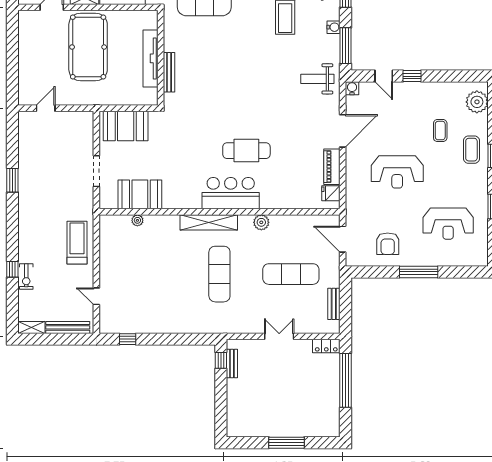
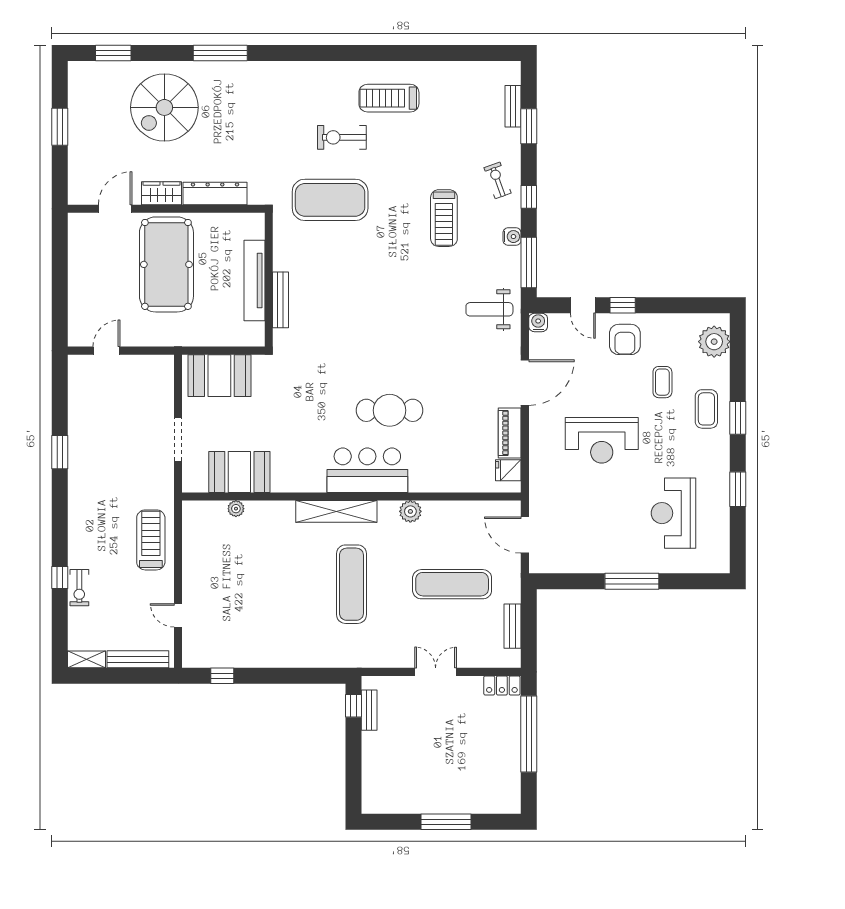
reception desk: (448, 224) -> (673, 513), turned 90
armchair: (388, 244) -> (625, 339), moved

